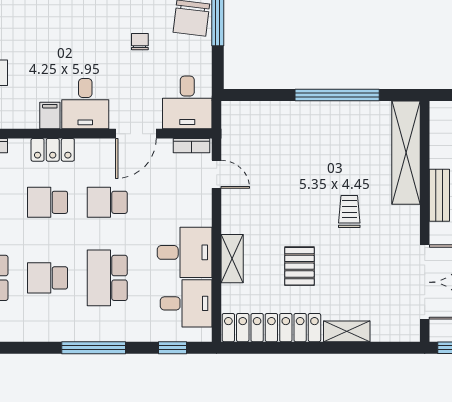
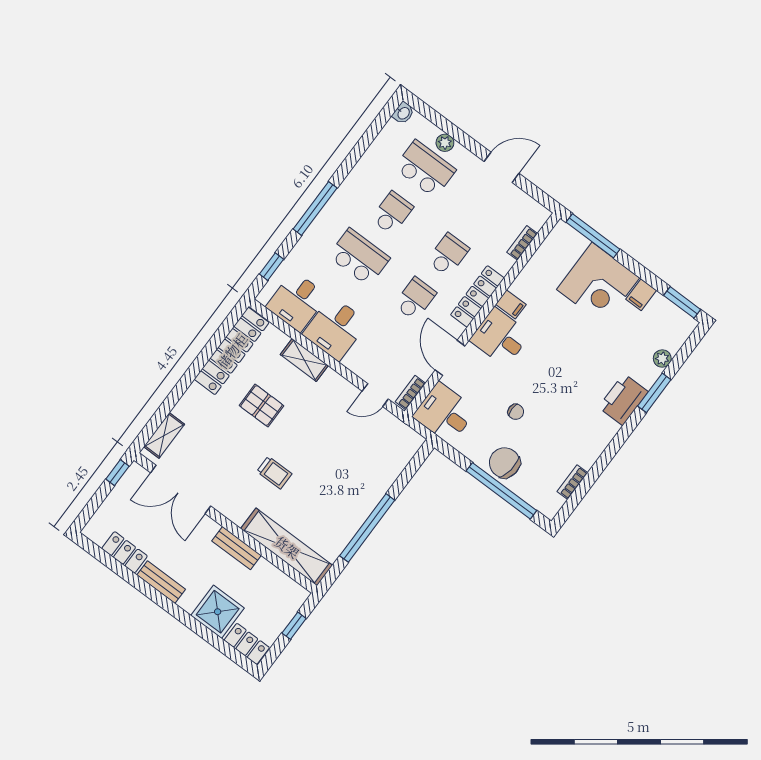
locker: (53, 150) -> (477, 296), width x1.53
shelving: (347, 331) -> (164, 435), moved

